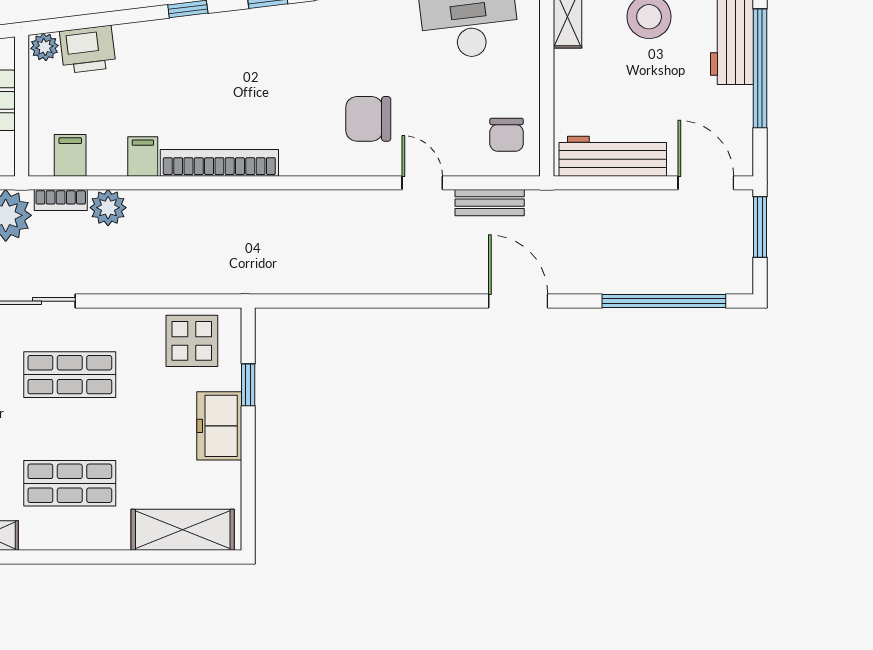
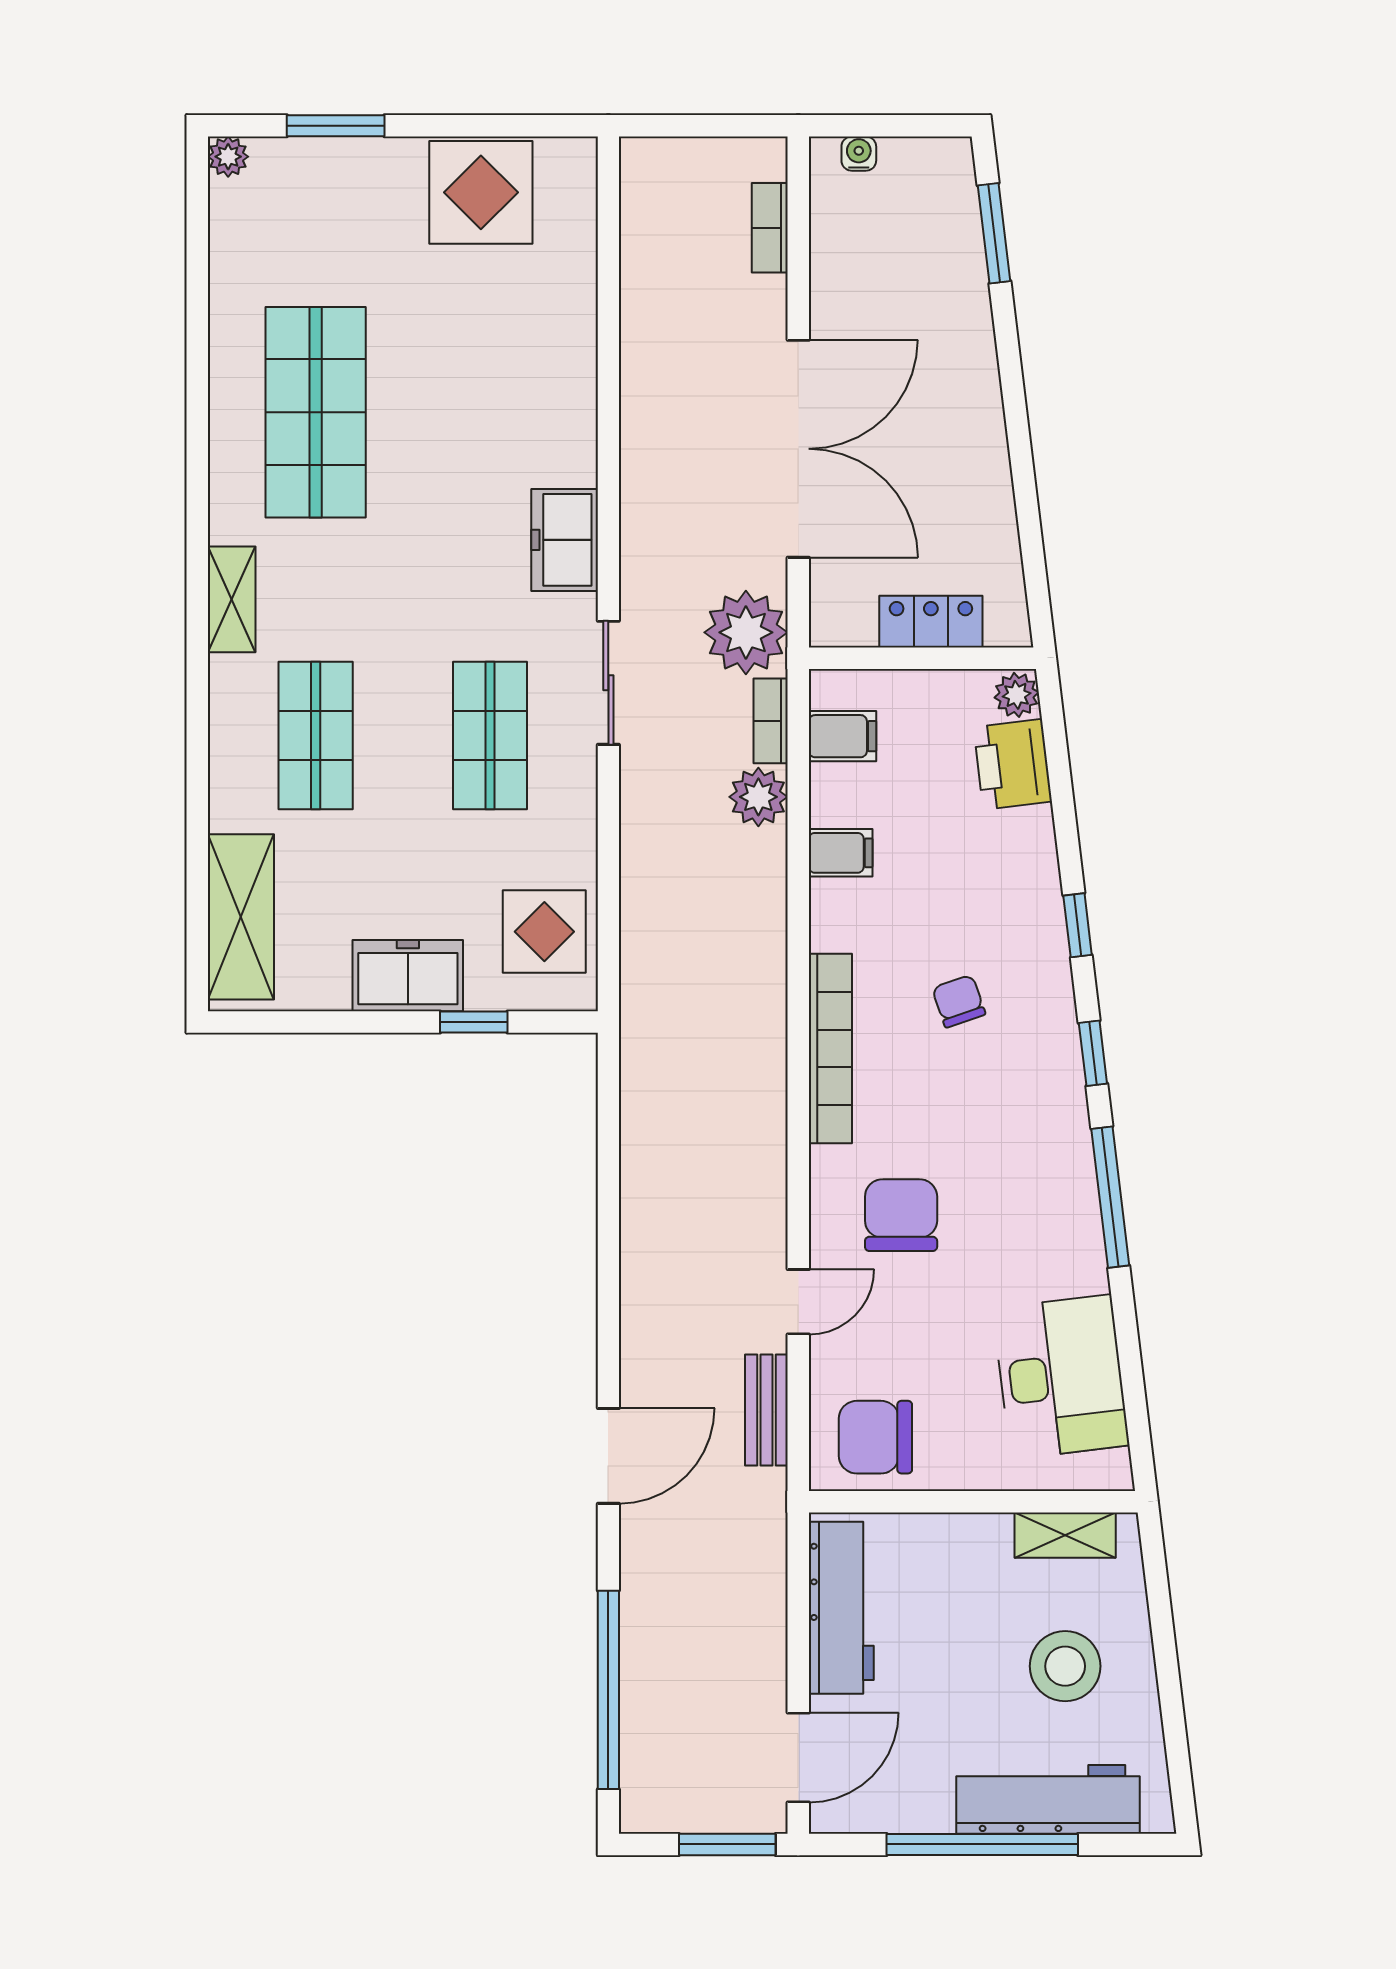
chair: (235, 83) -> (959, 1001), added
chair: (507, 135) -> (875, 1437), width x1.37, depth x1.37
bookcase: (219, 163) -> (830, 1048), moved

